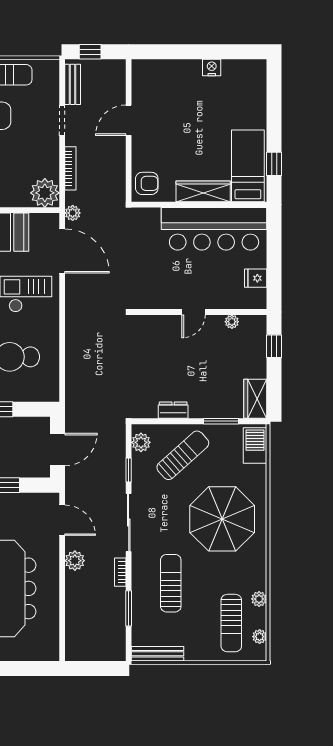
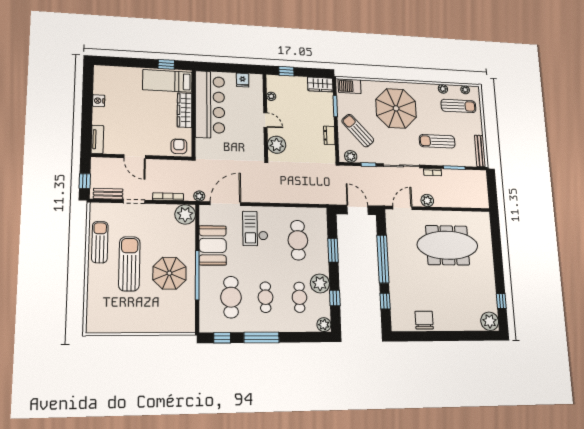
tv unit: (153, 67) -> (97, 139), added
plant: (155, 328) -> (277, 145), added

